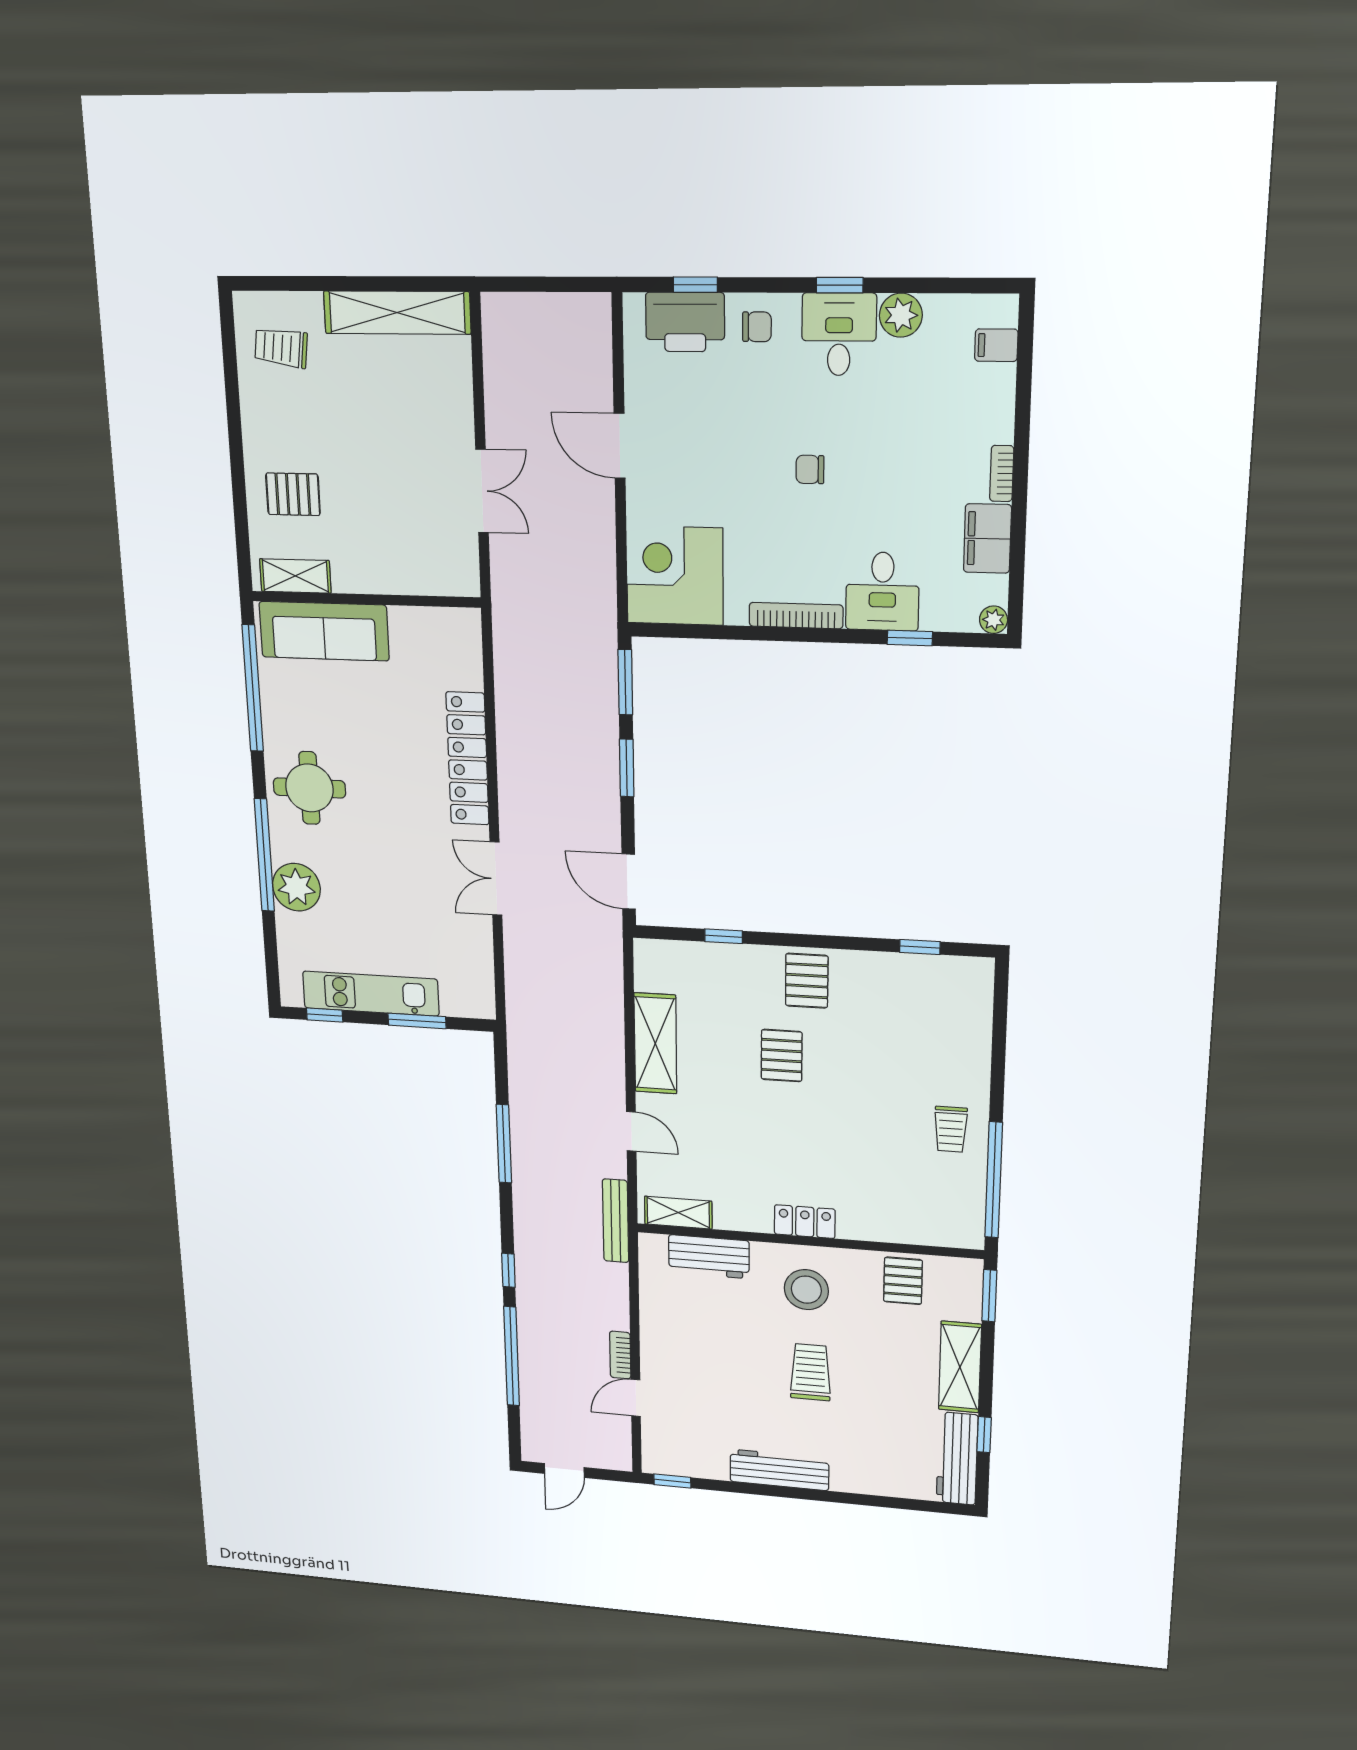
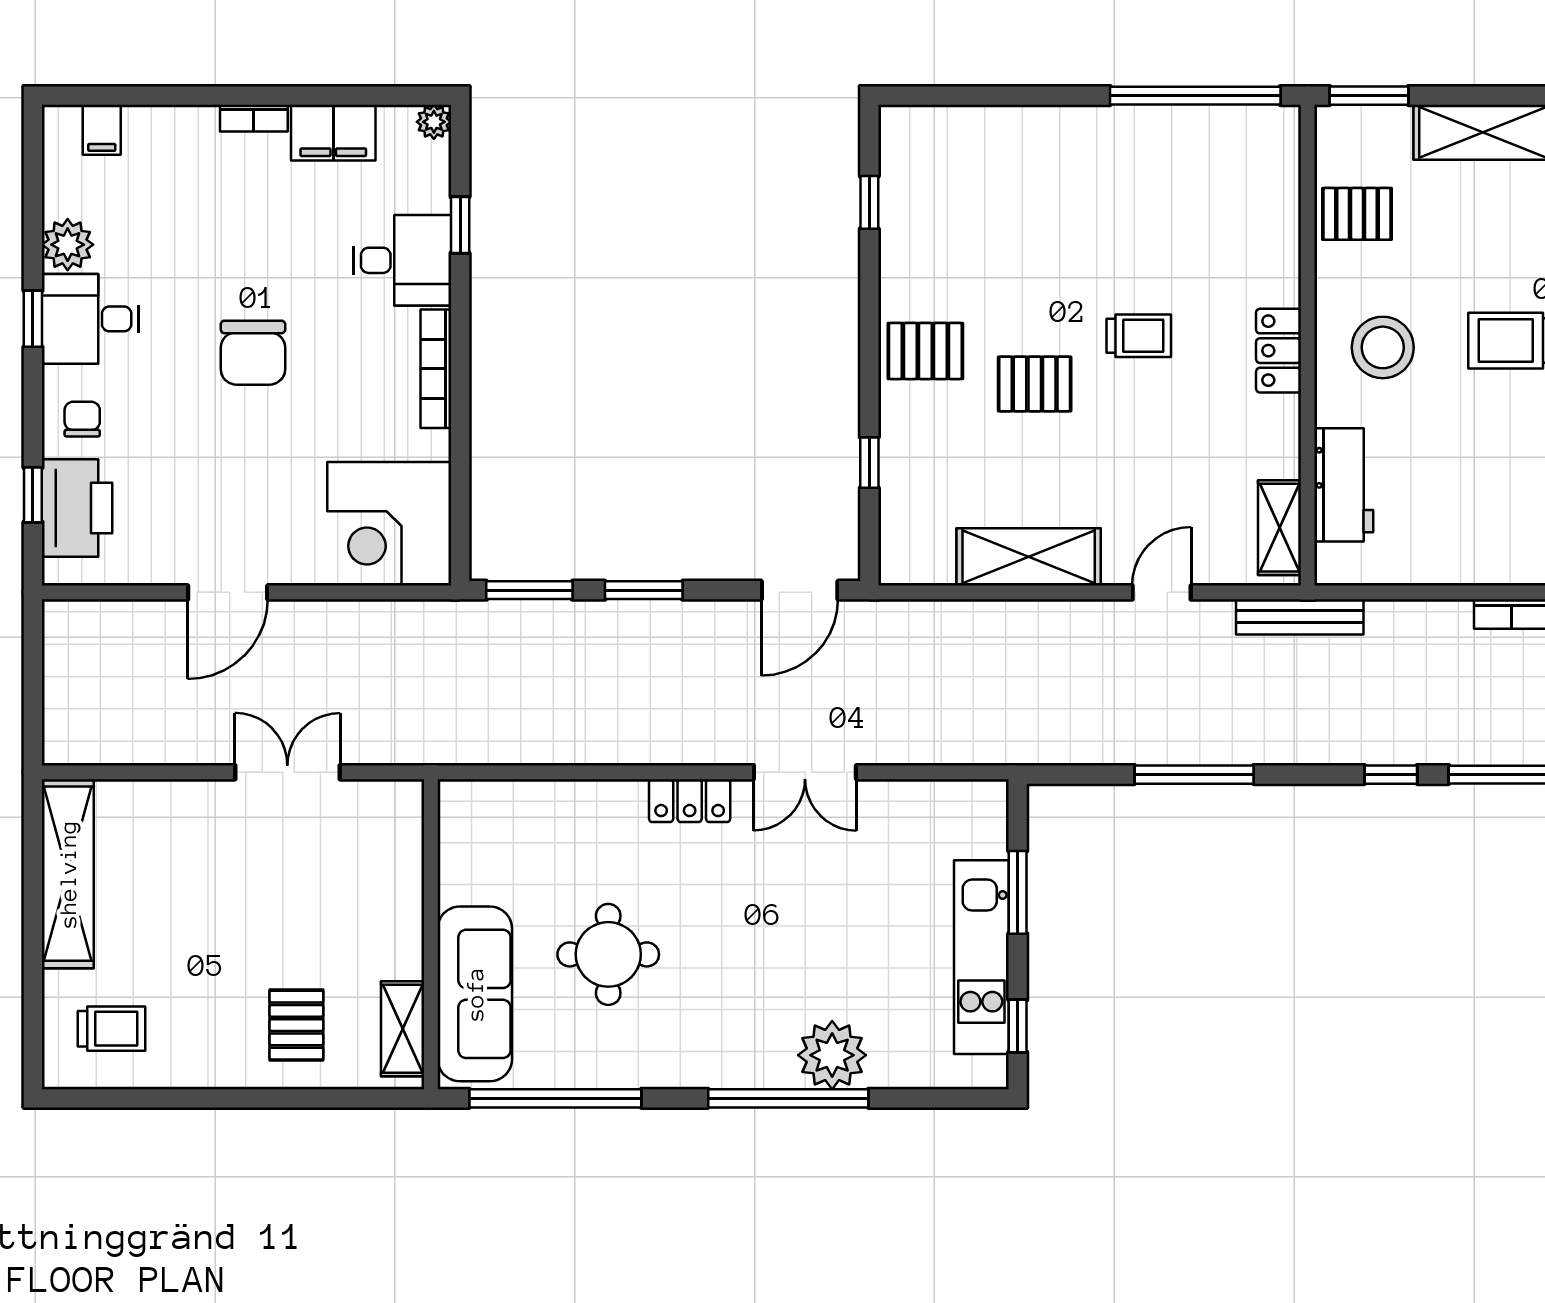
trolley: (281, 348) -> (112, 1029), turned -97
chair: (810, 469) -> (253, 353), width x1.87, depth x1.87
locker: (468, 759) -> (690, 801), width x0.46, depth x0.83
round table: (309, 788) -> (608, 954), moved
trolley: (951, 1129) -> (1139, 336), moved

